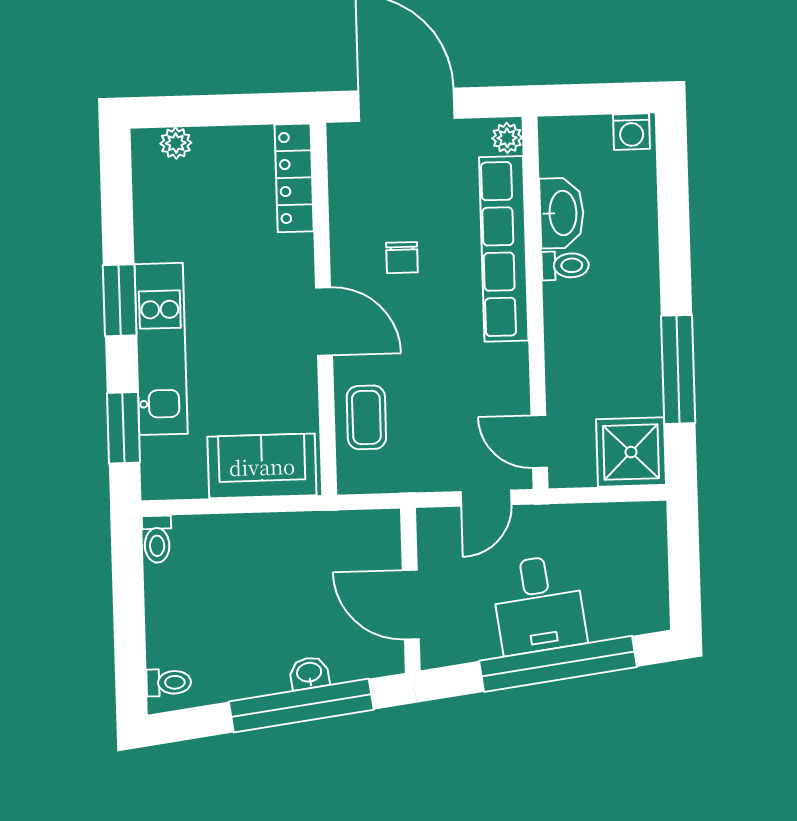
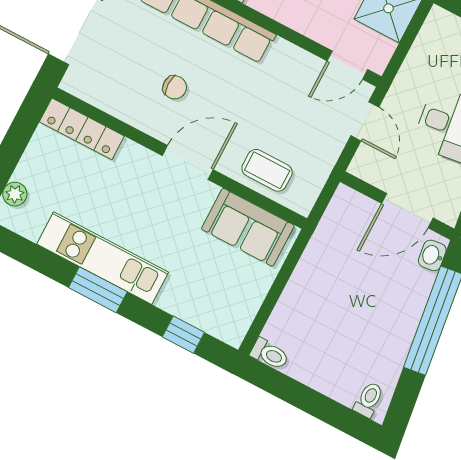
kitchen unit: (161, 349) -> (103, 258), moved
window: (123, 428) -> (183, 335), width x0.67
sofa: (262, 466) -> (248, 227), moved, turned -90
washbasin: (309, 673) -> (432, 255), moved

